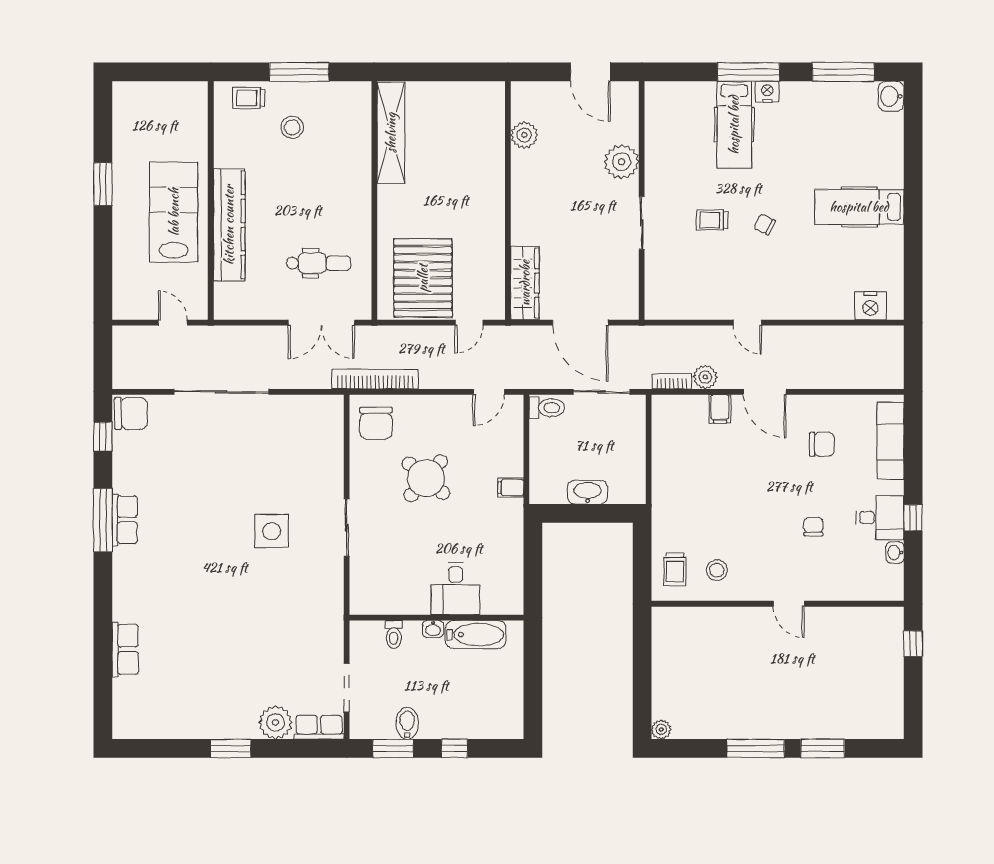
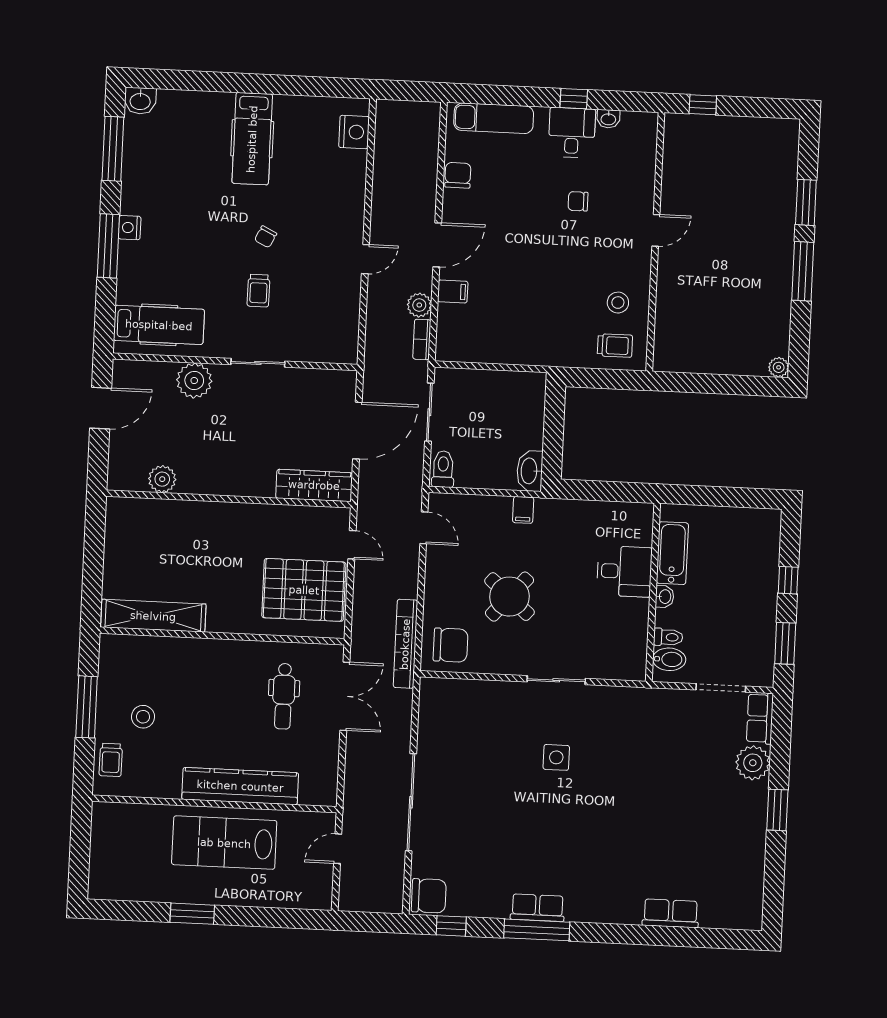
hospital bed: (734, 125) -> (159, 325), moved
dental chair: (319, 263) -> (284, 696), turned 180
chair: (131, 413) -> (429, 896), turned 90
chair: (822, 444) -> (458, 175), moved
washbasin: (588, 492) -> (530, 471), moved
side table: (272, 531) -> (556, 757), width x0.73, depth x0.73
bidet: (407, 723) -> (669, 659), moved, turned 180

